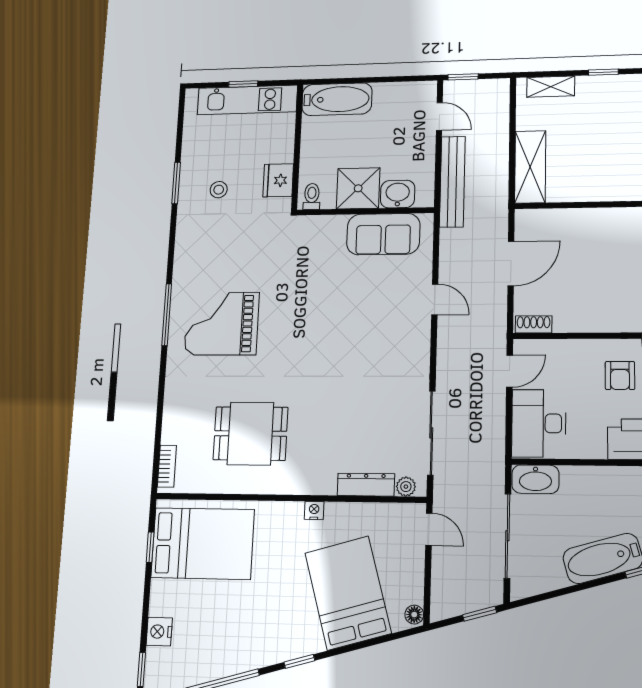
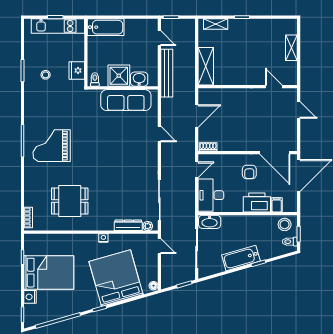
sofa: (383, 234) -> (126, 100), width x1.36
bed: (203, 544) -> (49, 273), moved
bed: (348, 593) -> (116, 278), width x1.36

